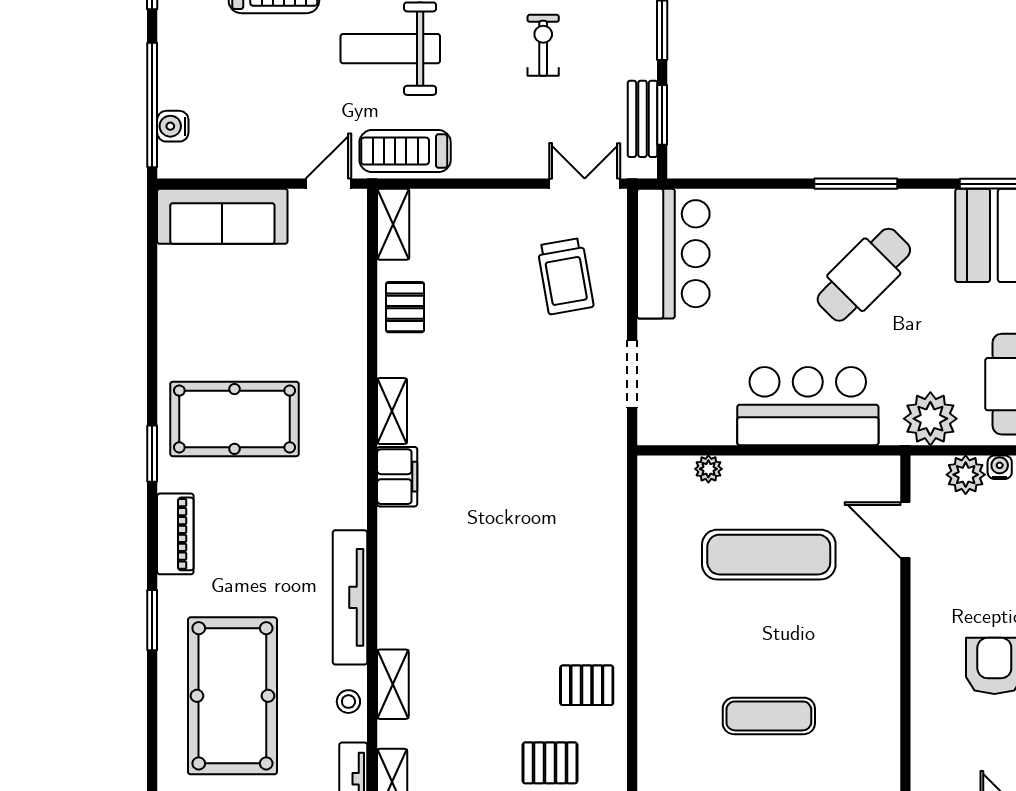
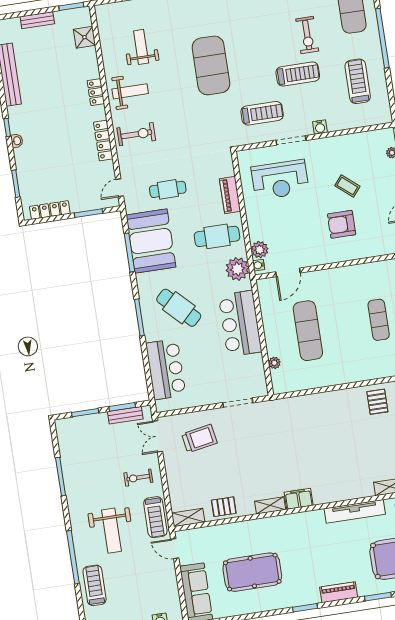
exercise bike: (543, 45) -> (138, 478), moved
bar counter: (673, 254) -> (166, 369), moved, turned 90
pool table: (235, 419) -> (252, 572), moved, turned 90
water cooler: (1000, 467) -> (259, 265), moved

